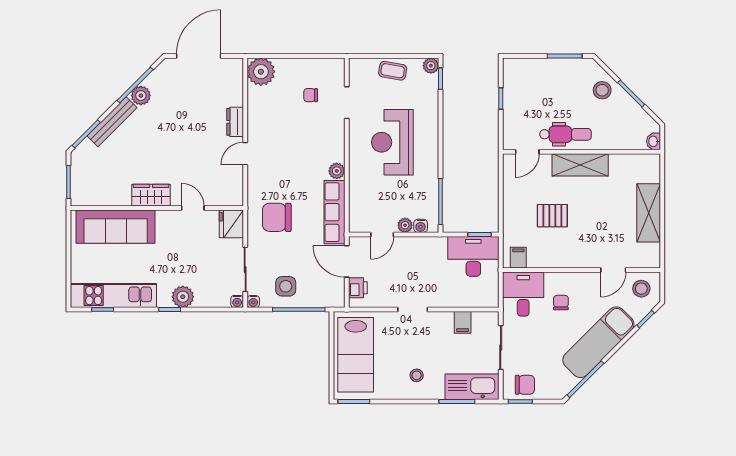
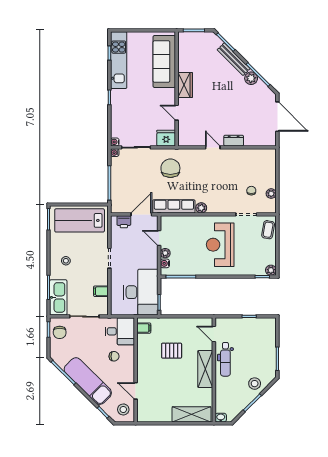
coffee table: (393, 71) -> (268, 230), moved
plant: (261, 72) -> (271, 194), moved, width x0.53, depth x0.53
reception desk: (392, 142) -> (220, 245), turned -90
door: (193, 208) -> (177, 113), swing flipped
shelving: (649, 213) -> (191, 414), moved
pallet: (552, 216) -> (172, 351), turned 90
desk: (473, 256) -> (141, 292), width x1.36, depth x1.30
side table: (286, 286) -> (125, 174), removed
plant: (183, 297) -> (118, 106), removed

